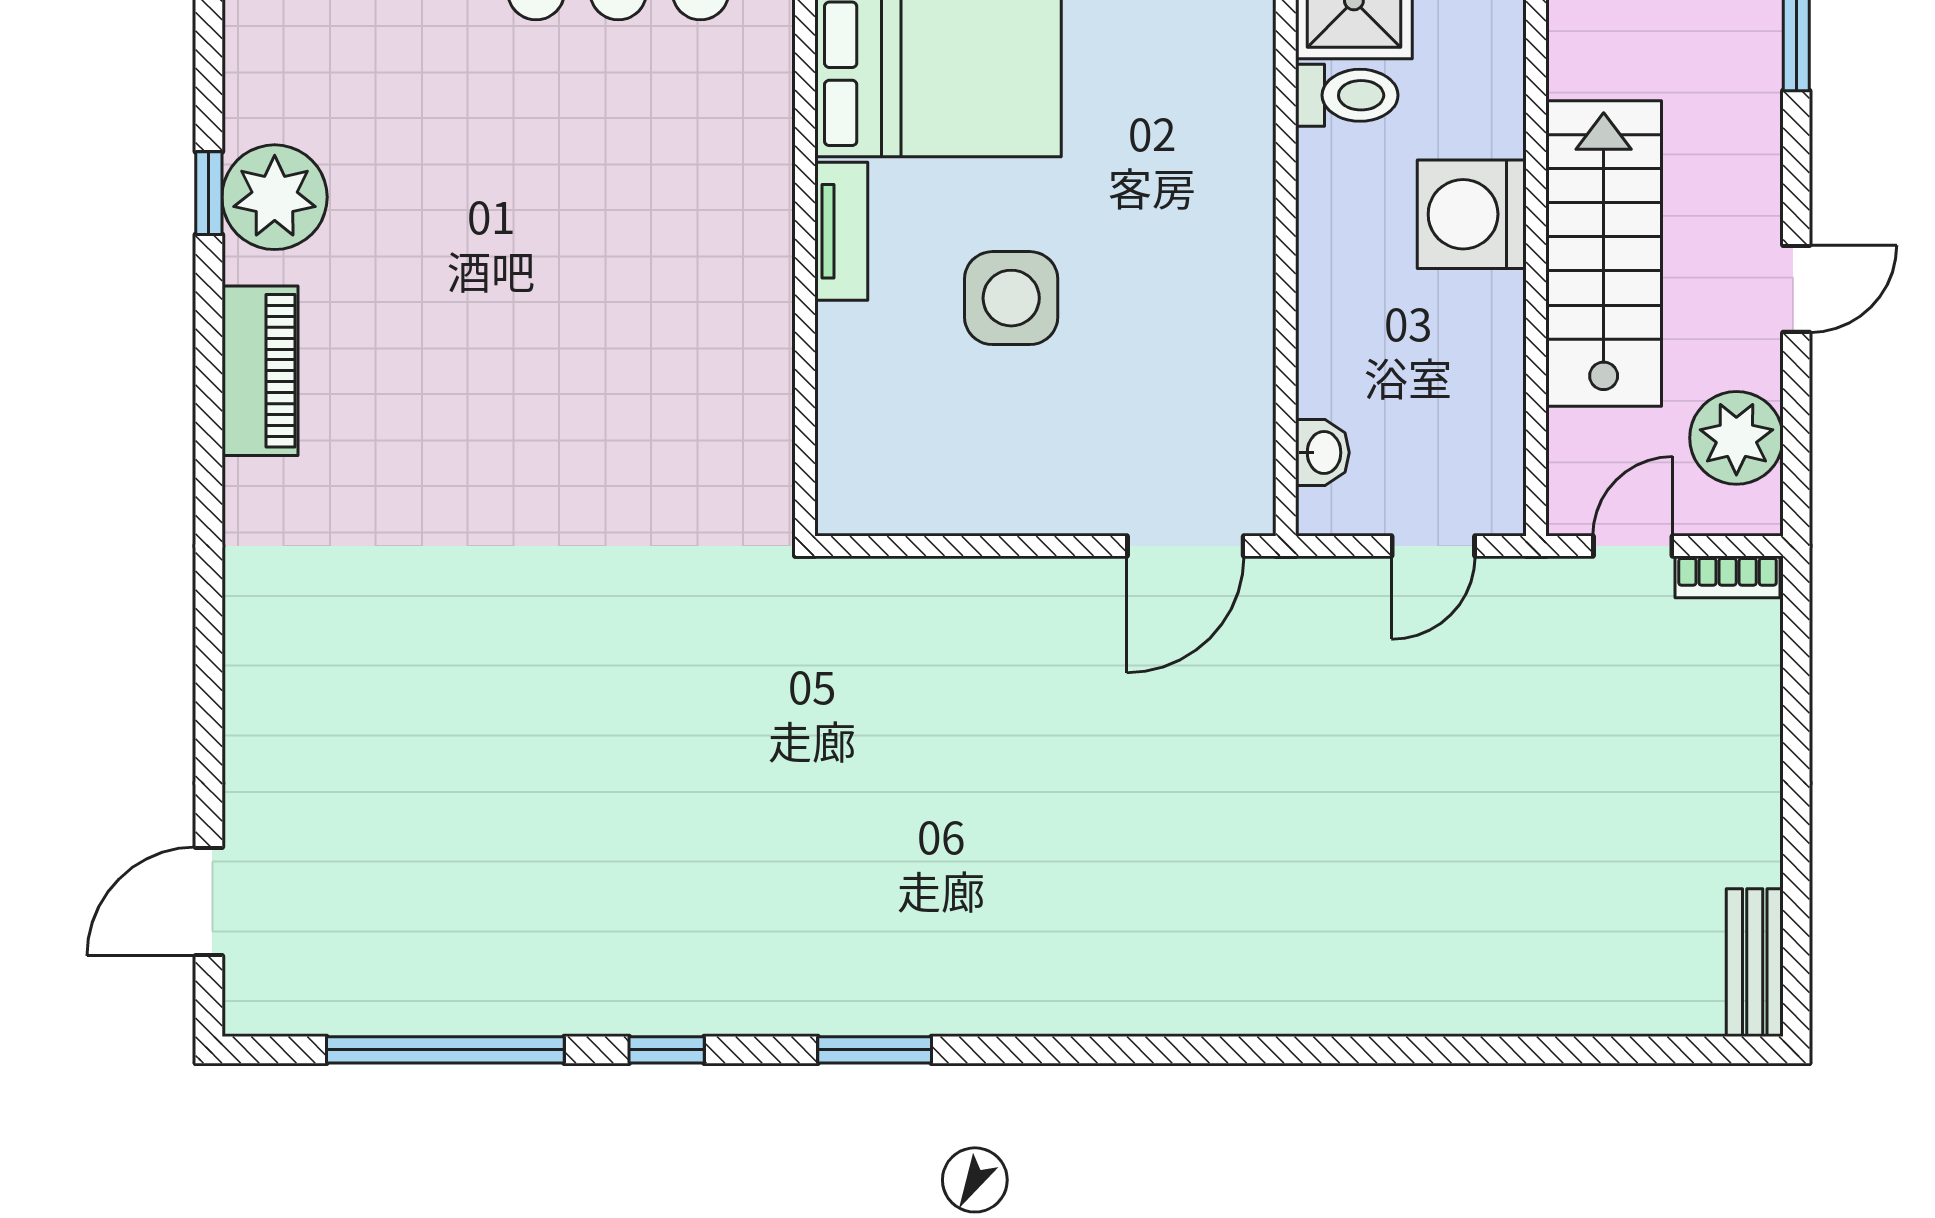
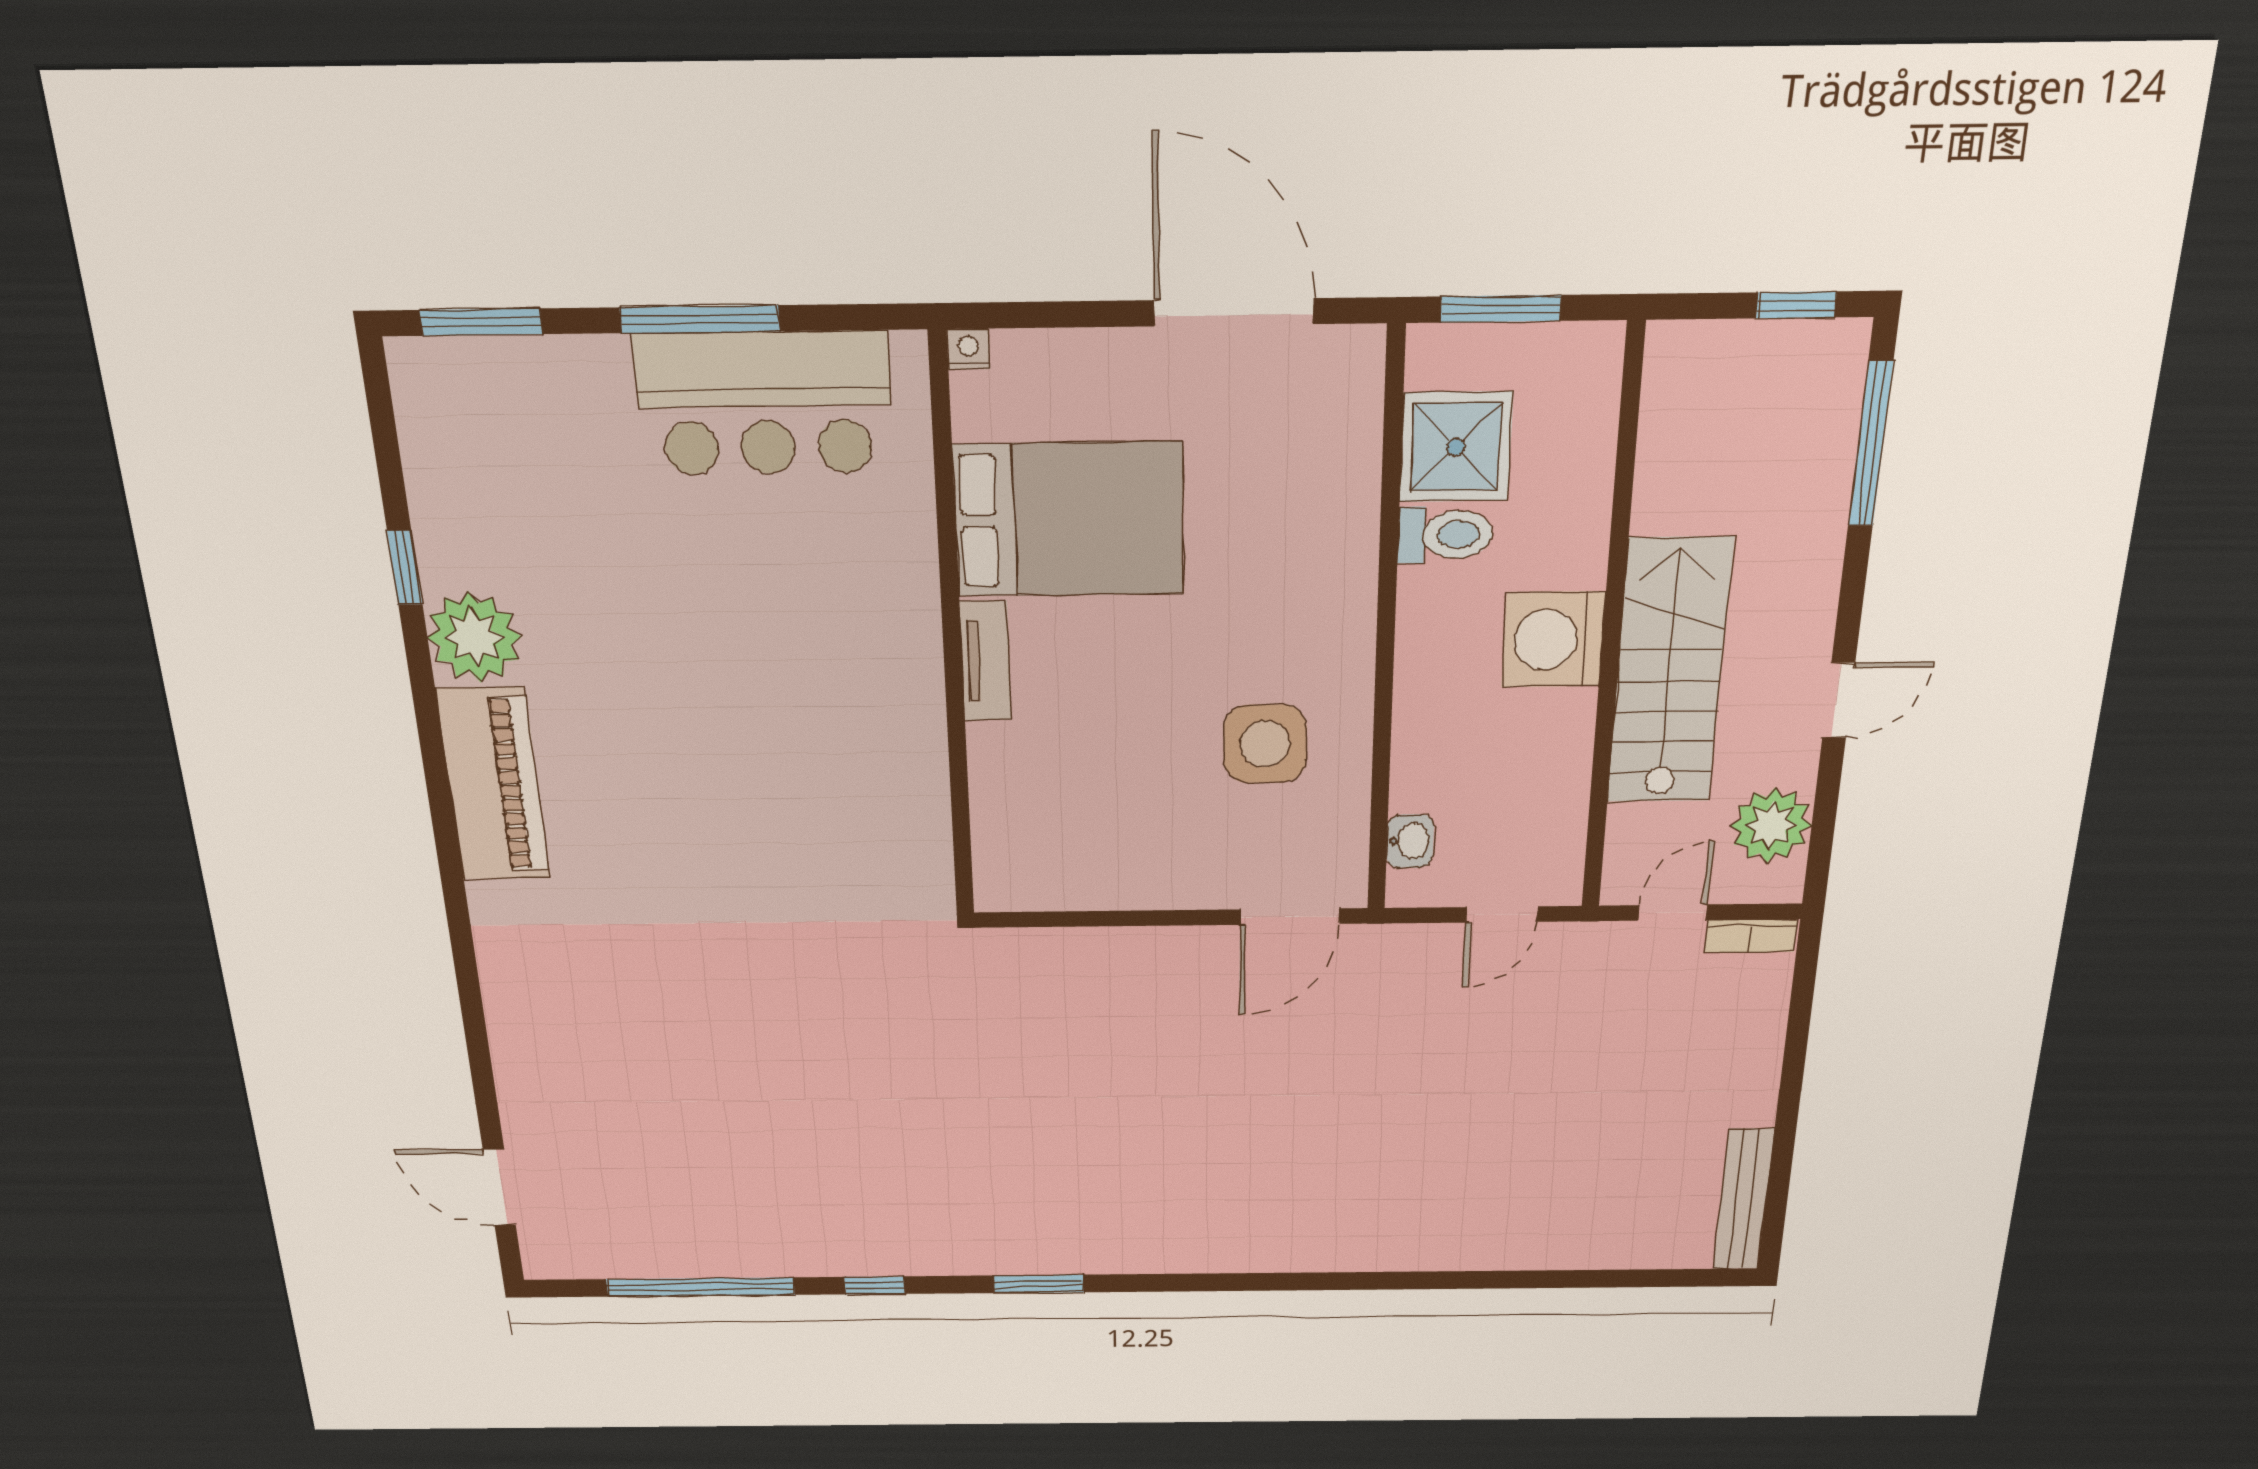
window: (209, 193) -> (405, 568), moved
side table: (1011, 298) -> (1265, 744), moved
piano: (260, 371) -> (493, 785), width x1.37, depth x1.33
door: (209, 902) -> (499, 1187), hinge flipped
bench: (1755, 963) -> (1743, 1199), width x1.36

